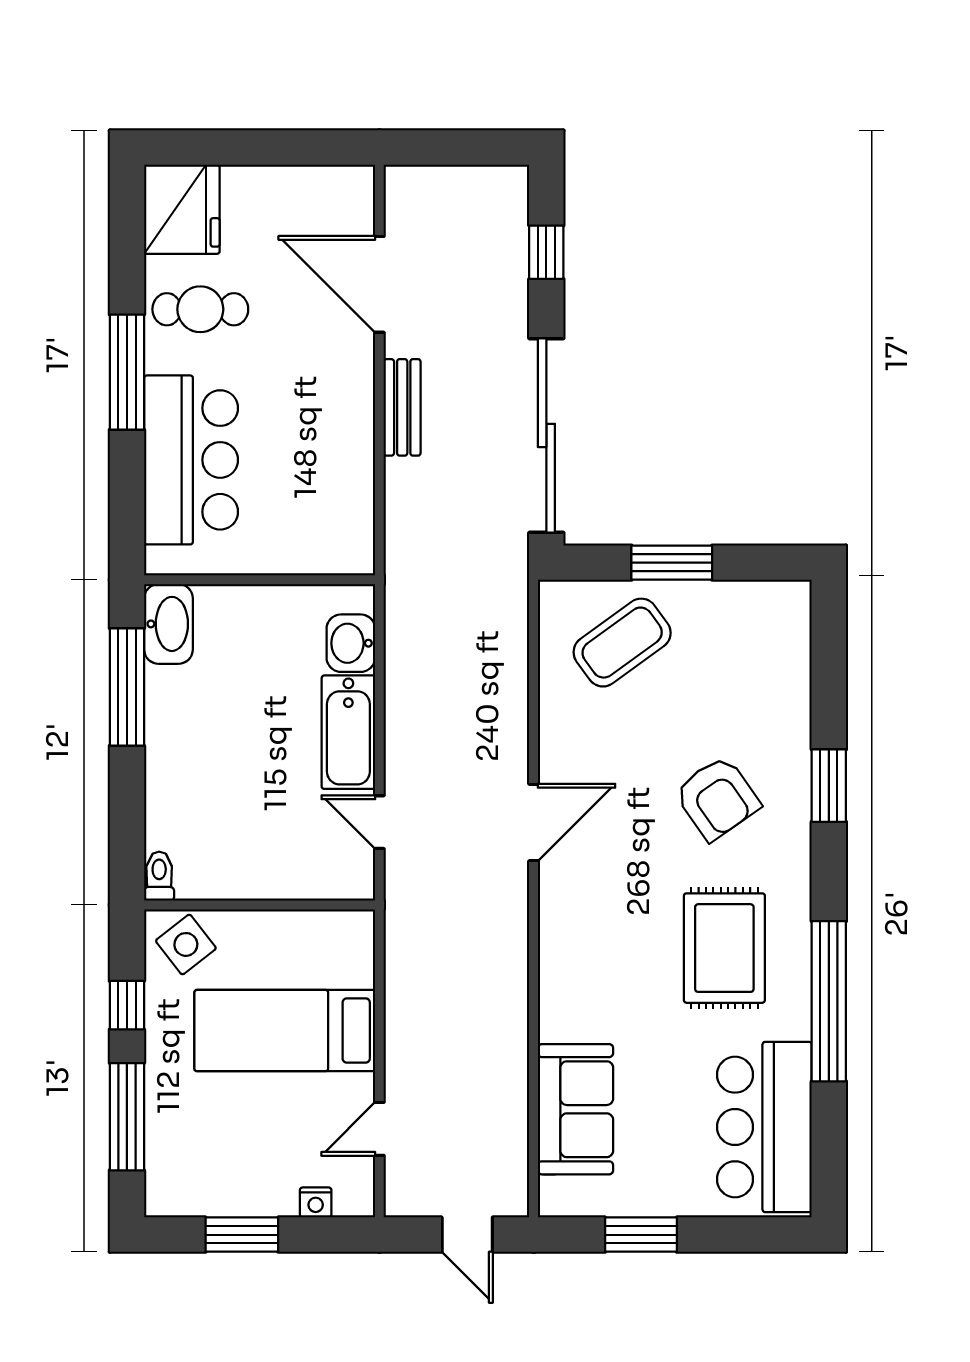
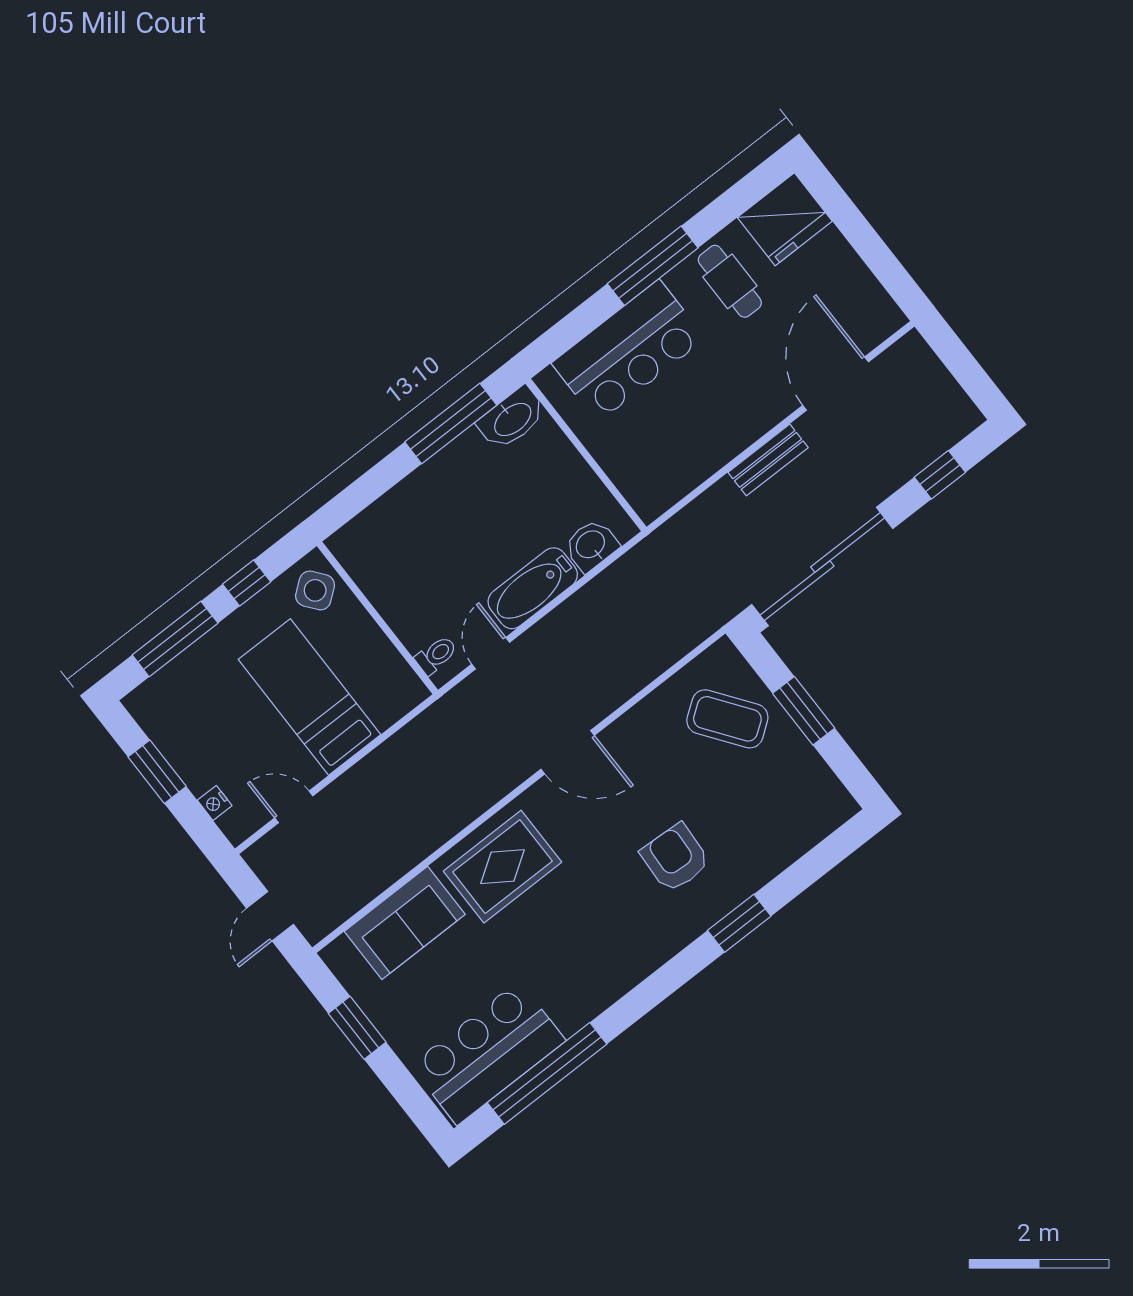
armchair: (717, 798) -> (675, 858), turned 128
toilet: (159, 876) -> (436, 655), moved
rug: (724, 948) -> (503, 867), moved
window: (829, 1001) -> (547, 1073), moved

